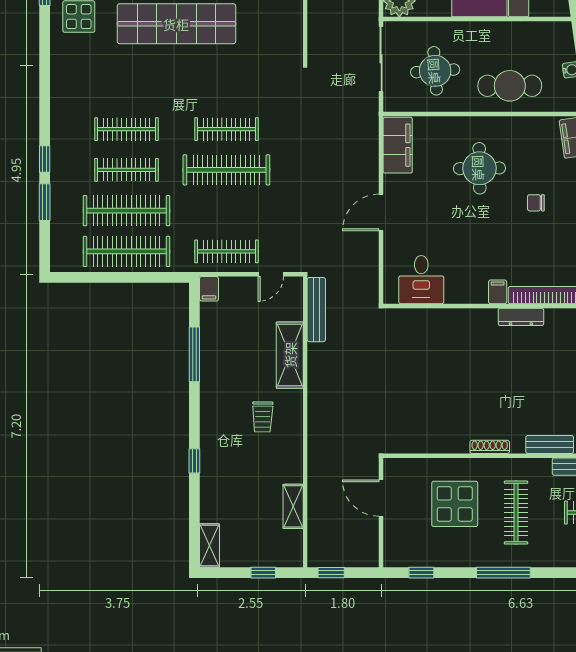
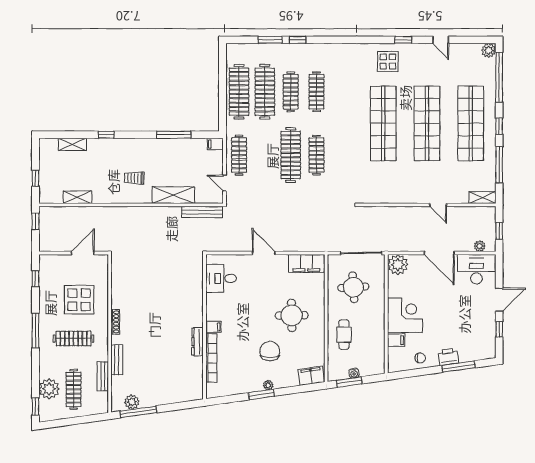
cafe table: (510, 86) -> (344, 335), width x0.73, depth x0.74
chair: (536, 203) -> (270, 351), width x1.87, depth x1.87
shelving: (210, 546) -> (72, 144), moved

